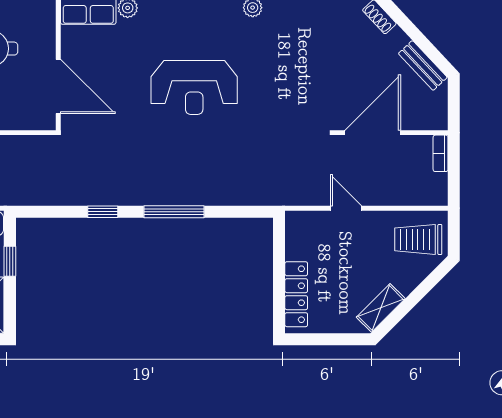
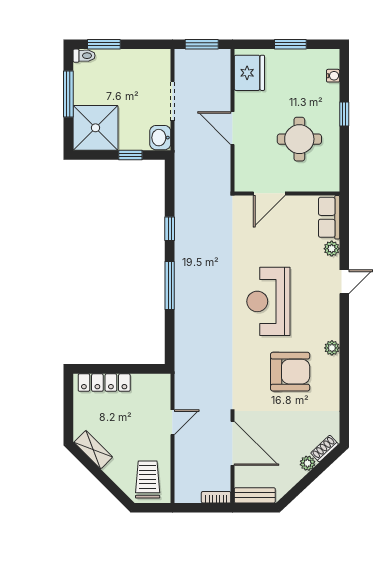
plant: (398, 38) -> (308, 463), added
armchair: (282, 60) -> (290, 372), added
bench: (423, 65) -> (255, 495), moved, turned 43
door: (58, 87) -> (269, 193), width x0.73

